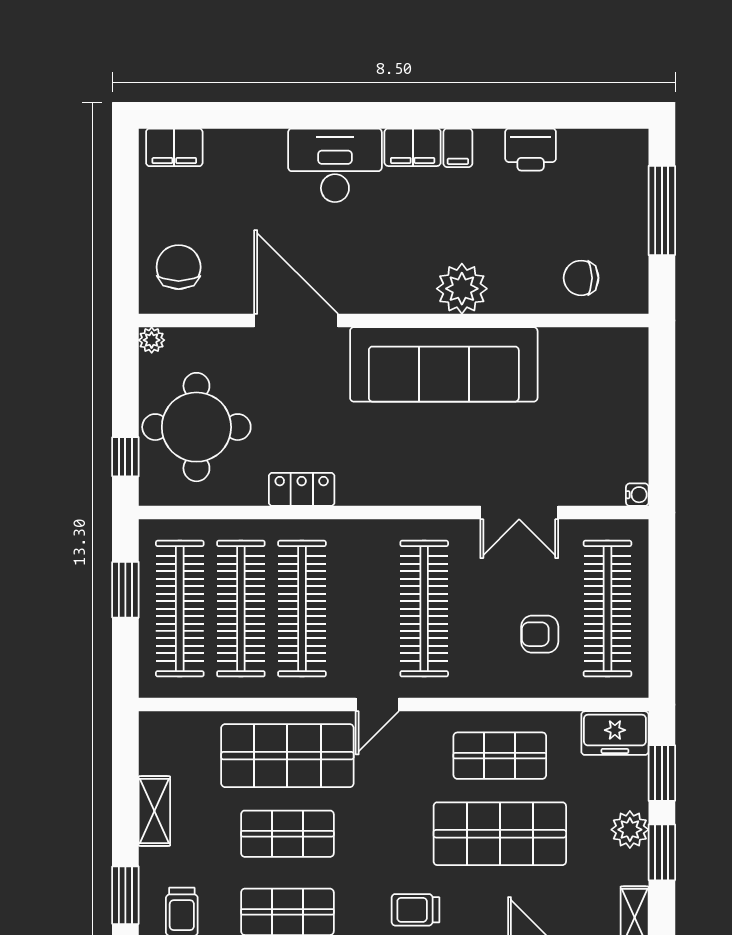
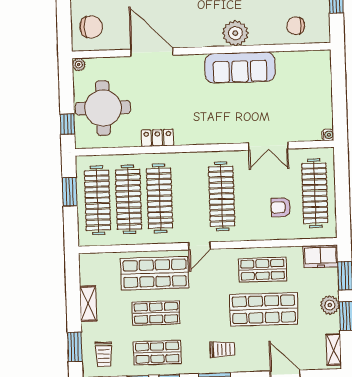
chair: (179, 267) -> (91, 27), turned 90
sofa: (444, 364) -> (240, 68), width x0.74, depth x0.79
trolley: (415, 910) -> (222, 349), turned 180

